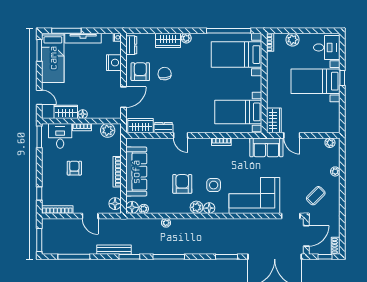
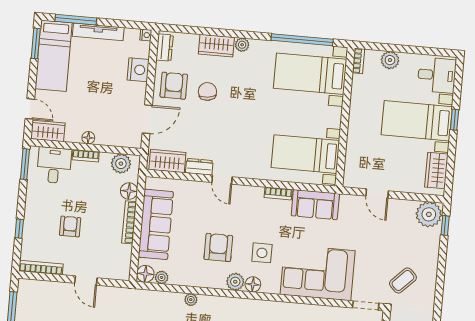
wardrobe: (66, 112) -> (48, 131), moved
wardrobe: (274, 120) -> (436, 170), moved, turned 180
plant: (330, 143) -> (429, 214), width x1.87, depth x1.87
sofa: (266, 147) -> (315, 205), moved
window: (342, 154) -> (445, 226), added
armchair: (74, 168) -> (70, 226), moved
plant: (335, 171) -> (433, 249), removed
window: (39, 194) -> (19, 229), moved
floor lamp: (115, 204) -> (129, 191), moved

